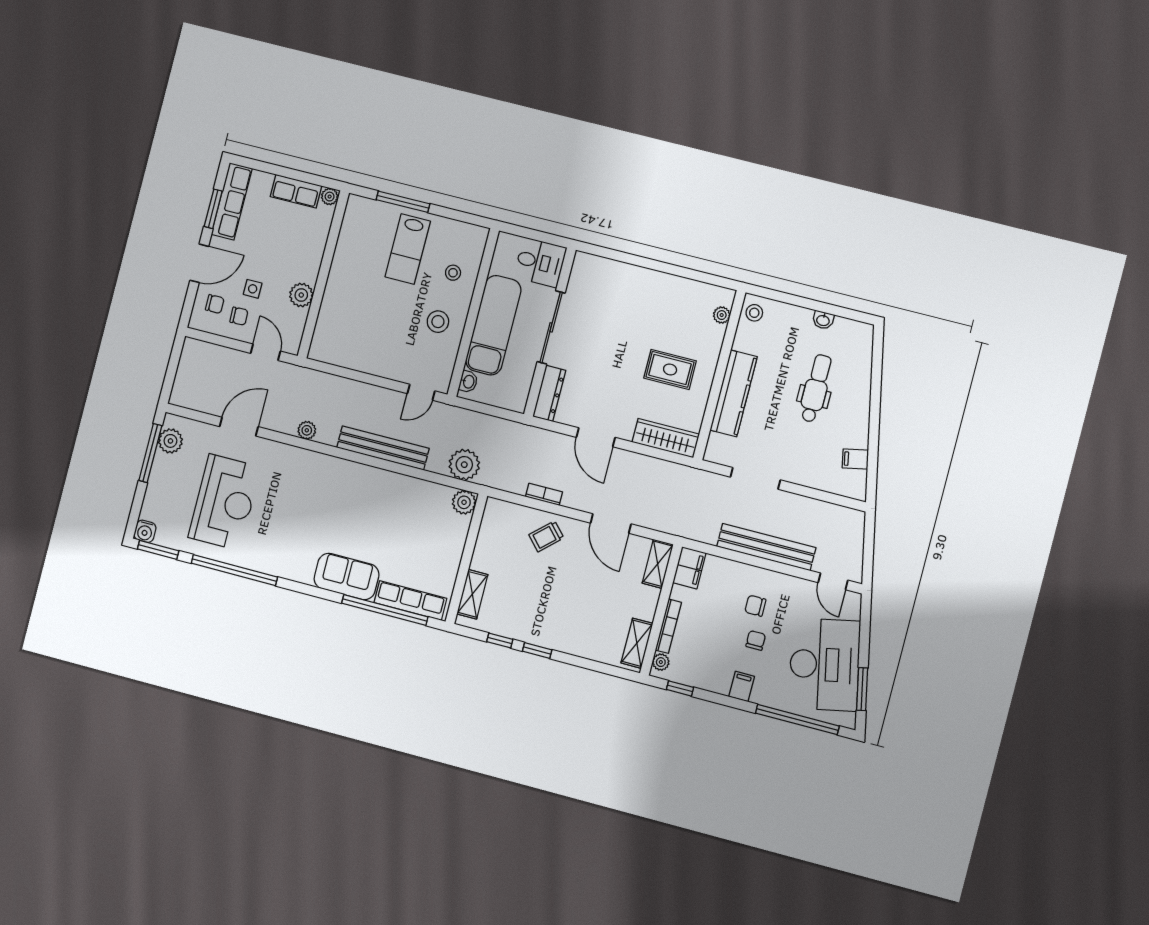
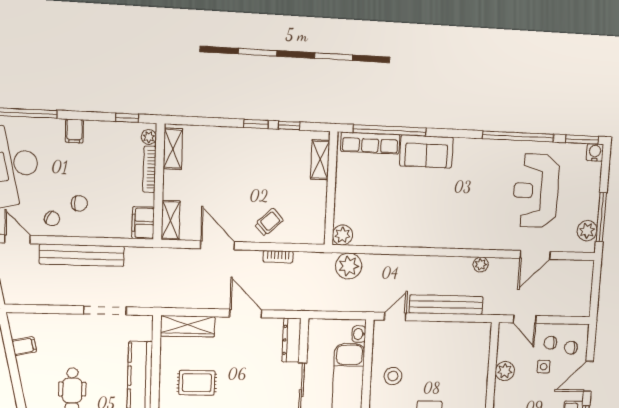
bench: (383, 448) -> (446, 305), moved
chair: (756, 640) -> (52, 219), moved, turned -60

